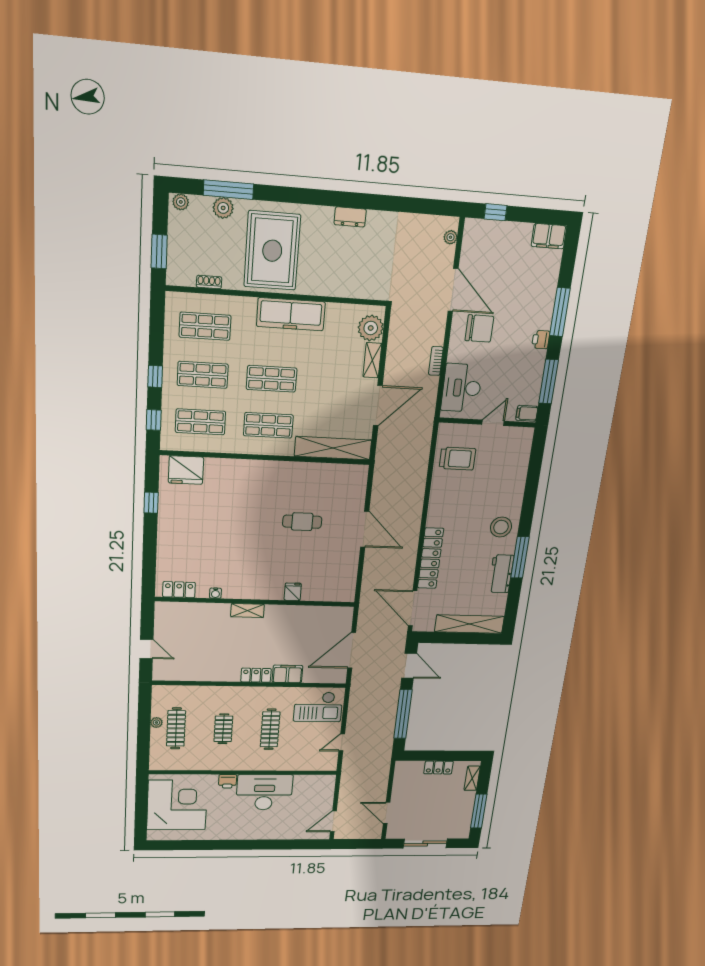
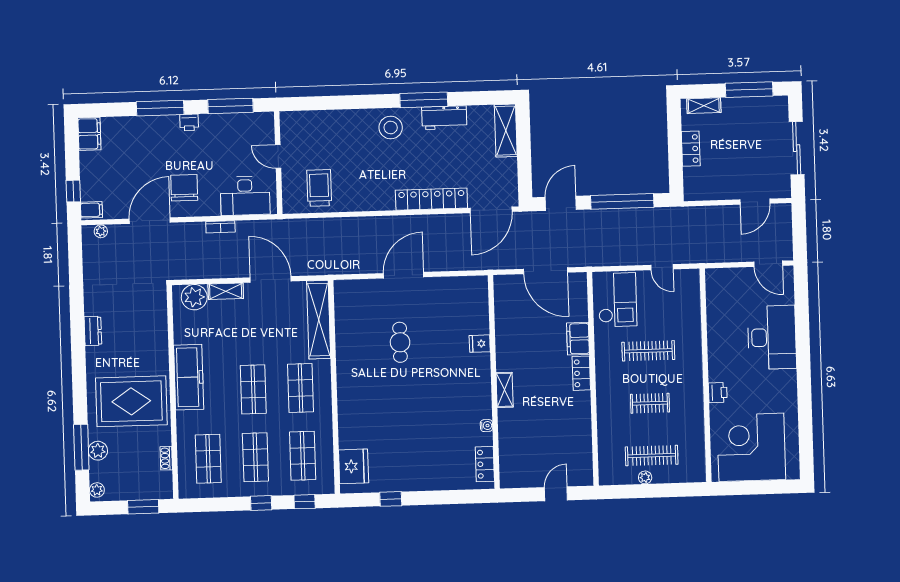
filing cabinet: (527, 413) -> (92, 210), moved, turned -90
shelving: (469, 624) -> (506, 131), width x0.68
desk: (264, 792) -> (772, 337), moved, turned 180

